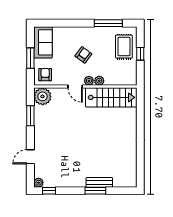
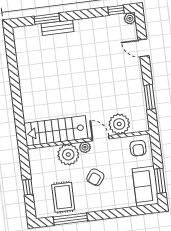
rug: (124, 47) -> (63, 197), moved
window: (30, 58) -> (160, 181), moved
plant: (99, 81) -> (68, 155), width x1.87, depth x1.87
plant: (43, 96) -> (119, 124), moved
door: (30, 157) -> (143, 48), swing flipped
window: (95, 191) -> (47, 19), moved

